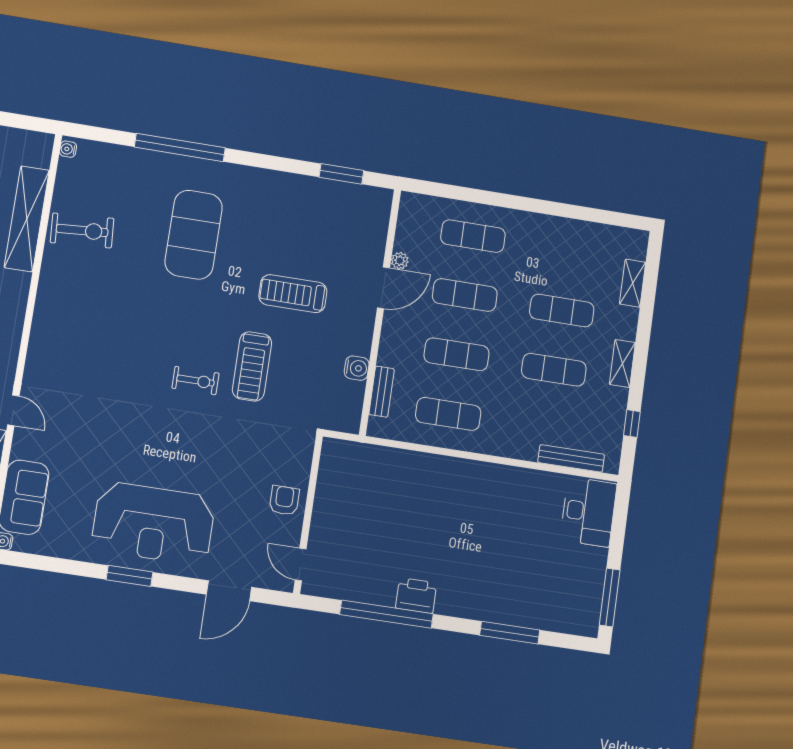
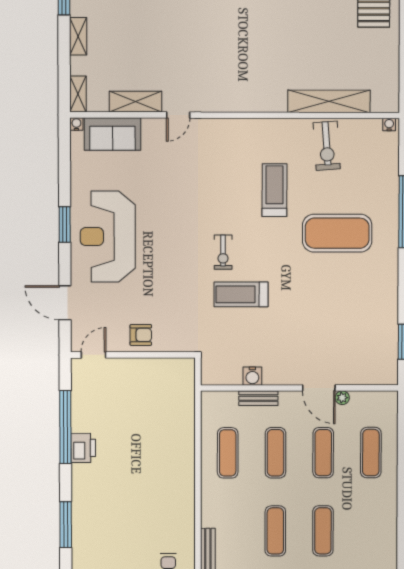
treadmill: (293, 294) -> (275, 190), moved
bench: (382, 392) -> (258, 398), moved

